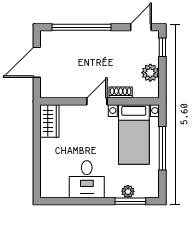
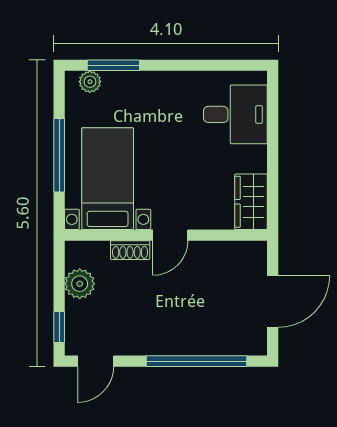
desk: (87, 179) -> (235, 114), moved, turned 90
plant: (128, 191) -> (90, 82), moved

